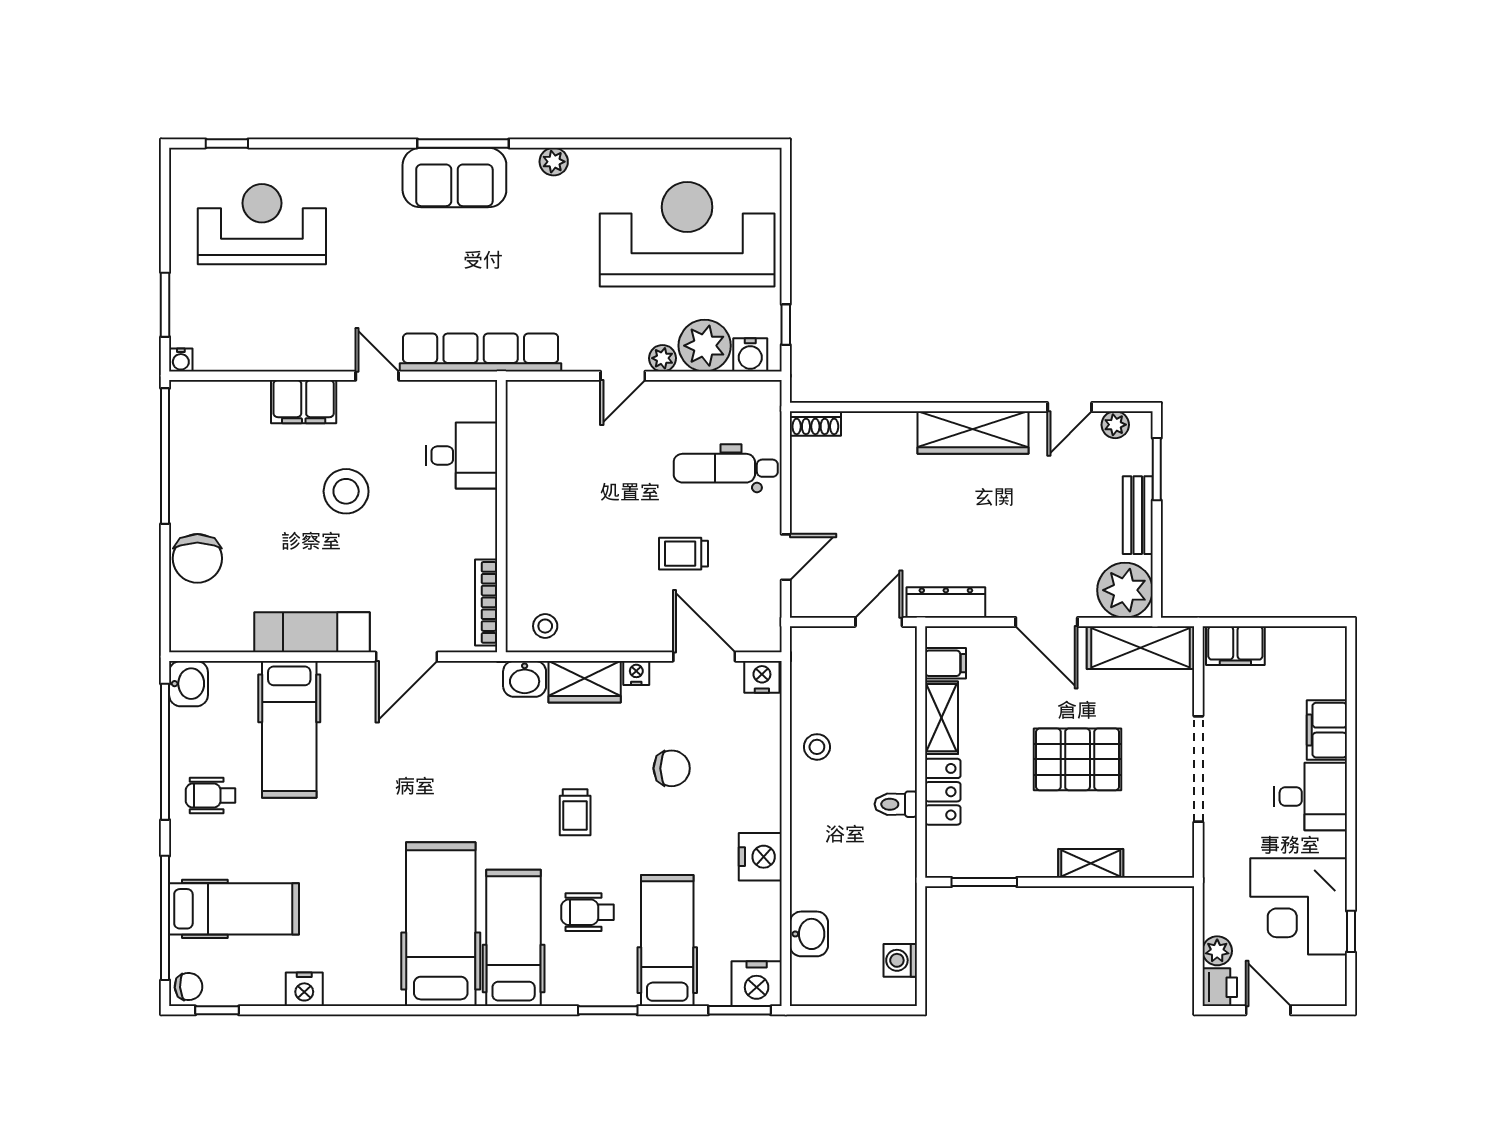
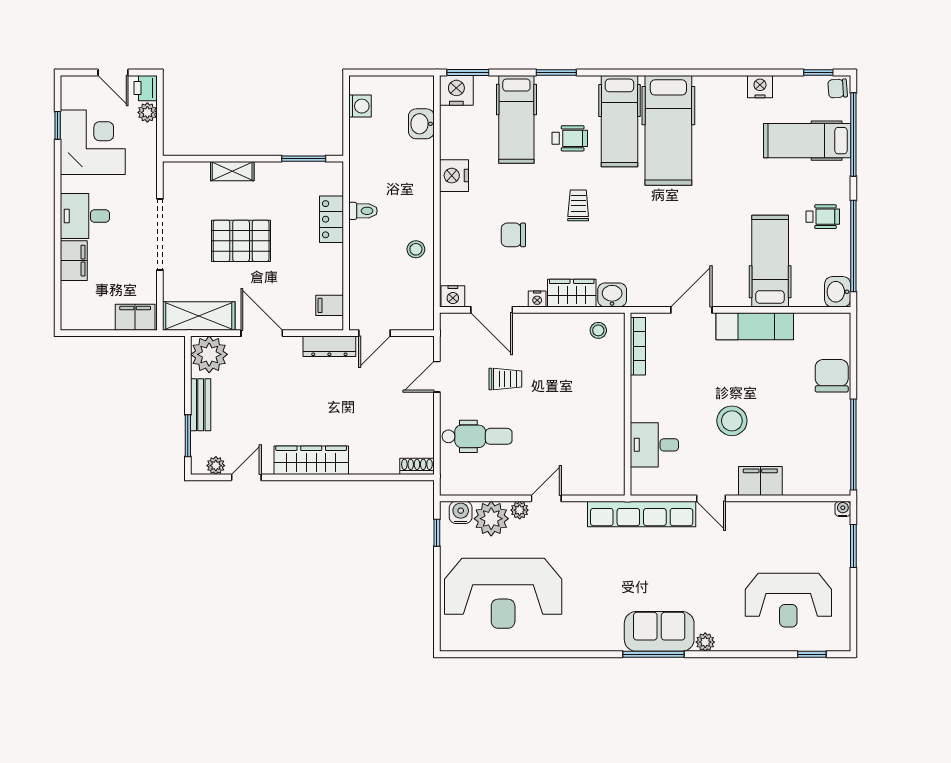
plant: (554, 162) -> (705, 642), moved
shelving: (942, 718) -> (332, 269), removed

